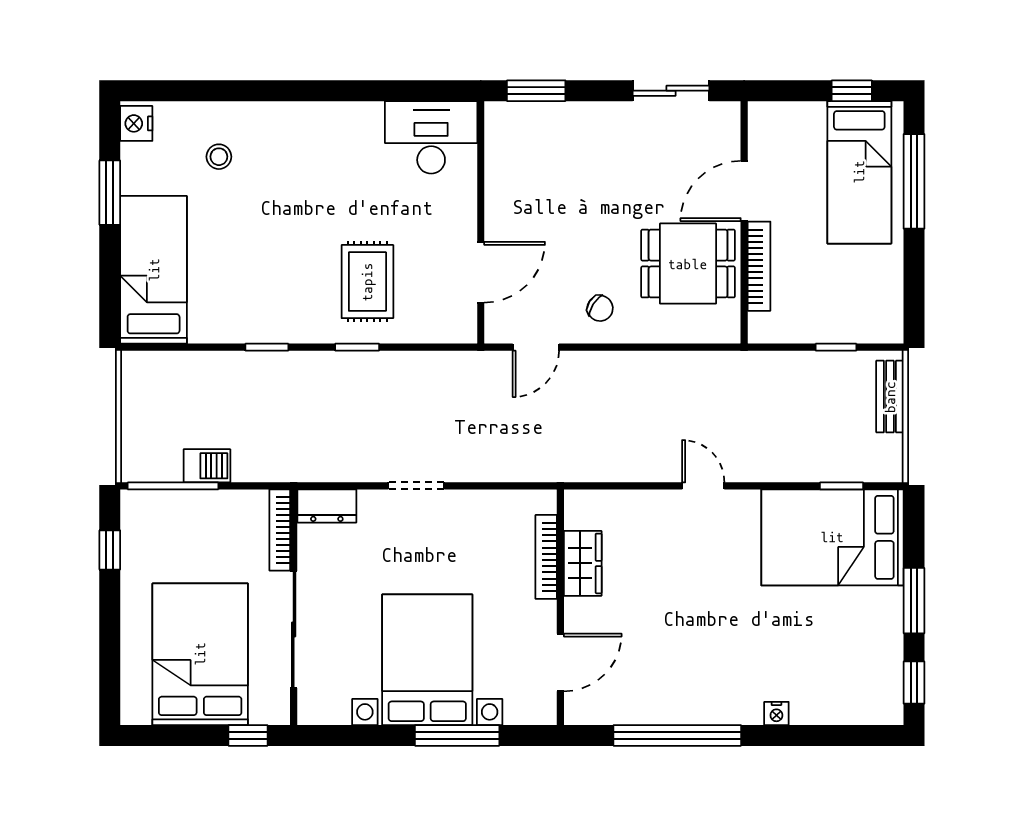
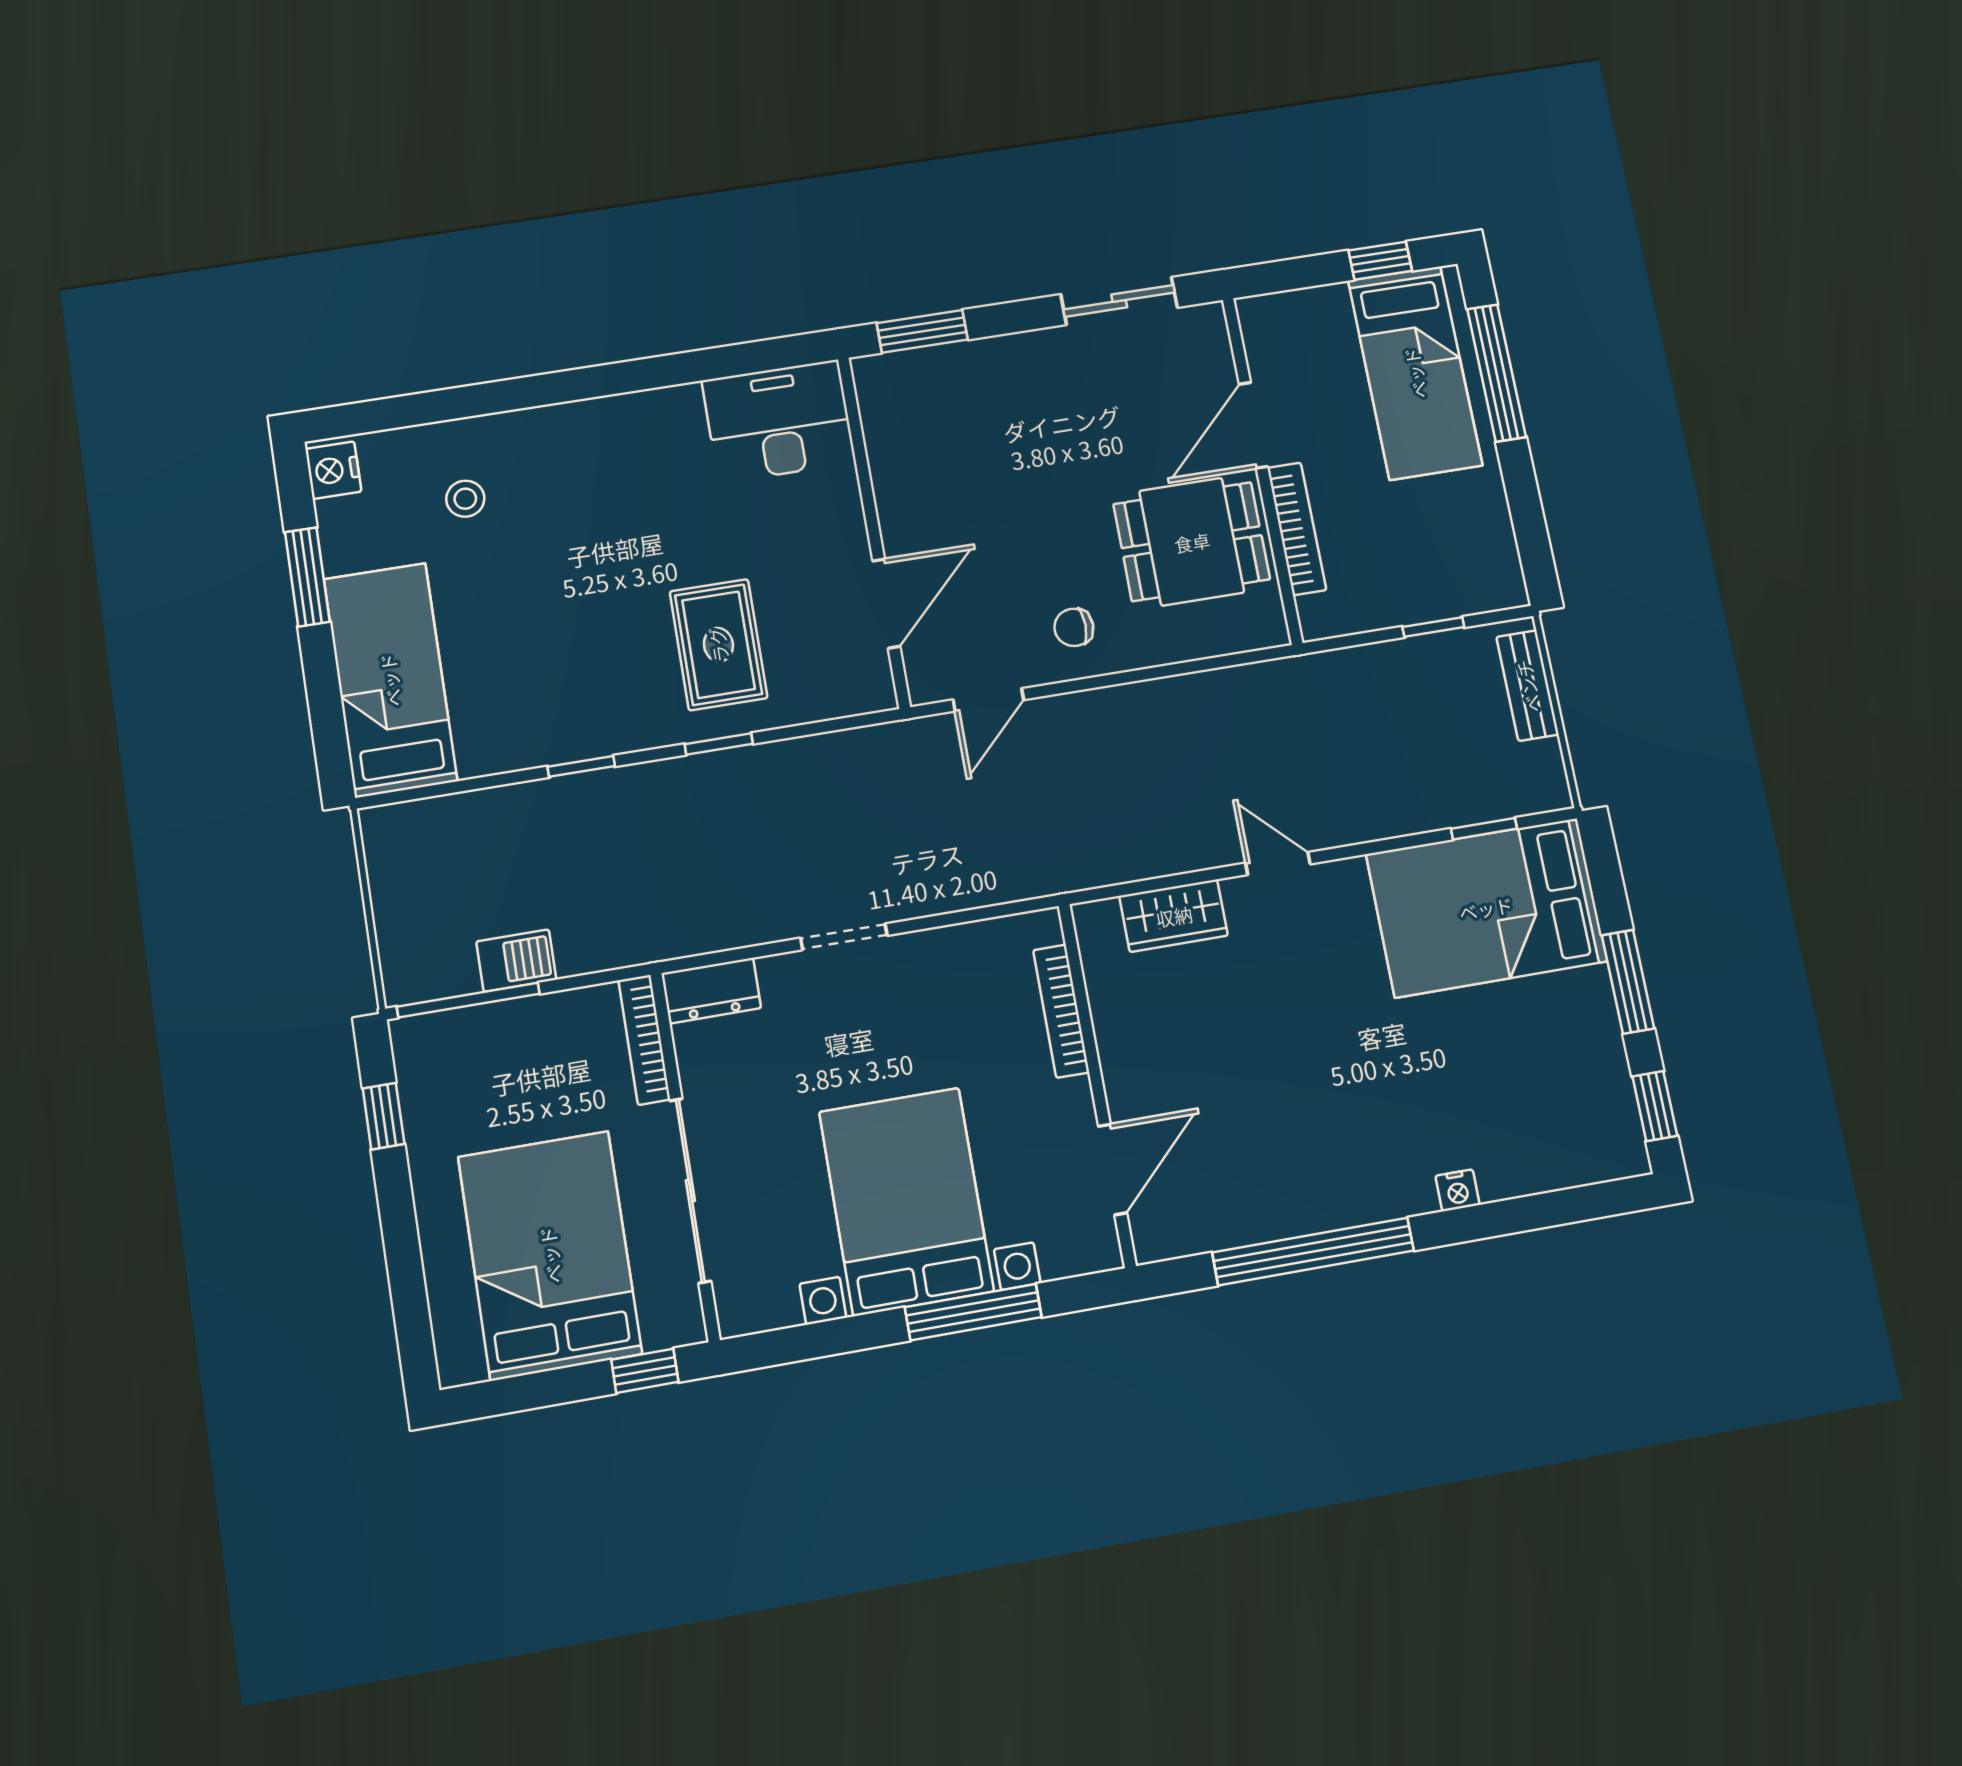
chair: (600, 308) -> (1074, 627), turned 148
wardrobe: (583, 563) -> (1174, 916), moved, turned 90

